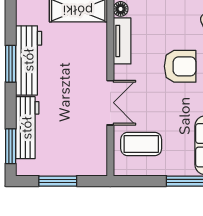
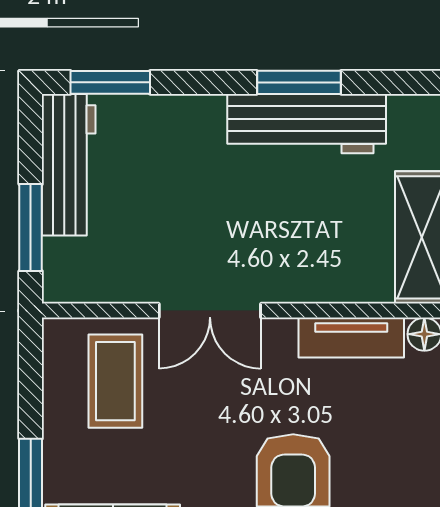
workbench: (27, 128) -> (69, 165), moved, turned -90
window: (58, 181) -> (31, 228), moved

